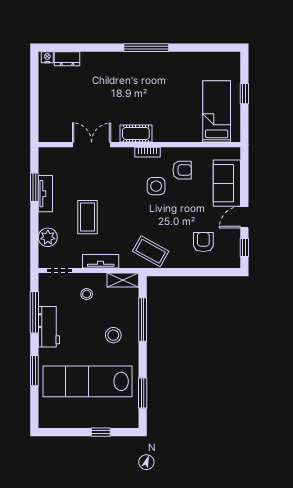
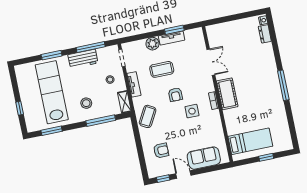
cot: (136, 134) -> (227, 94), width x1.37, depth x1.34
armchair: (182, 170) -> (175, 95), moved
plant: (48, 237) -> (152, 44), moved

